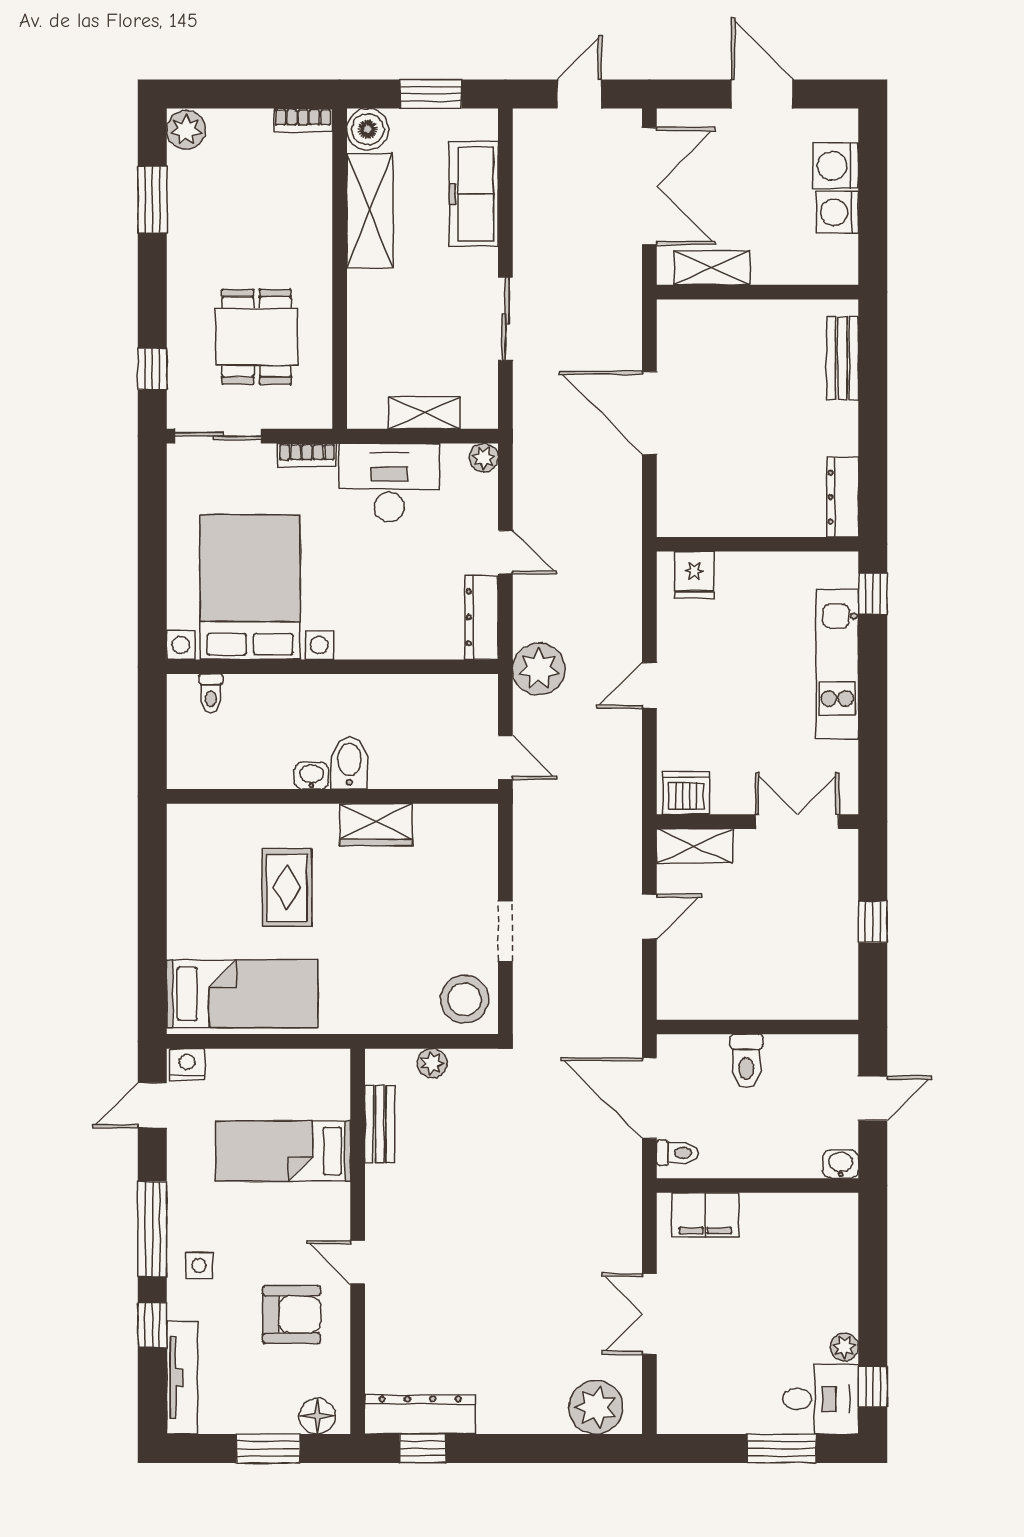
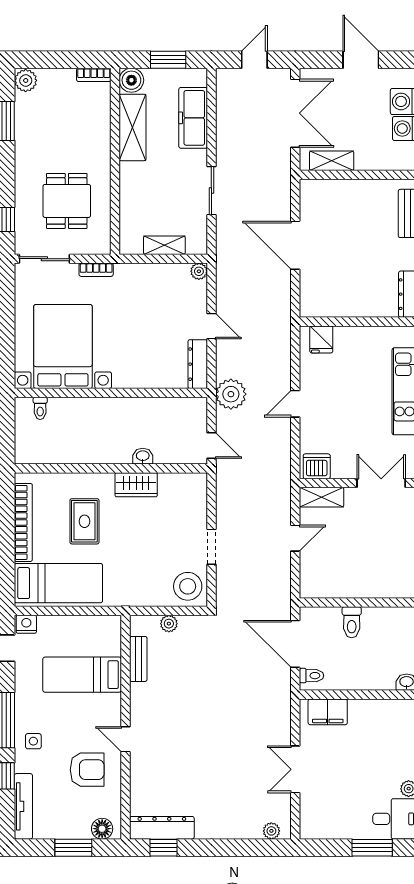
desk: (389, 483) -> (144, 286), removed
bidet: (349, 763) -> (121, 449), removed
washbasin: (311, 776) -> (143, 456), moved
bookcase: (182, 890) -> (23, 522), added
plant: (596, 1407) -> (271, 831), width x0.53, depth x0.53

